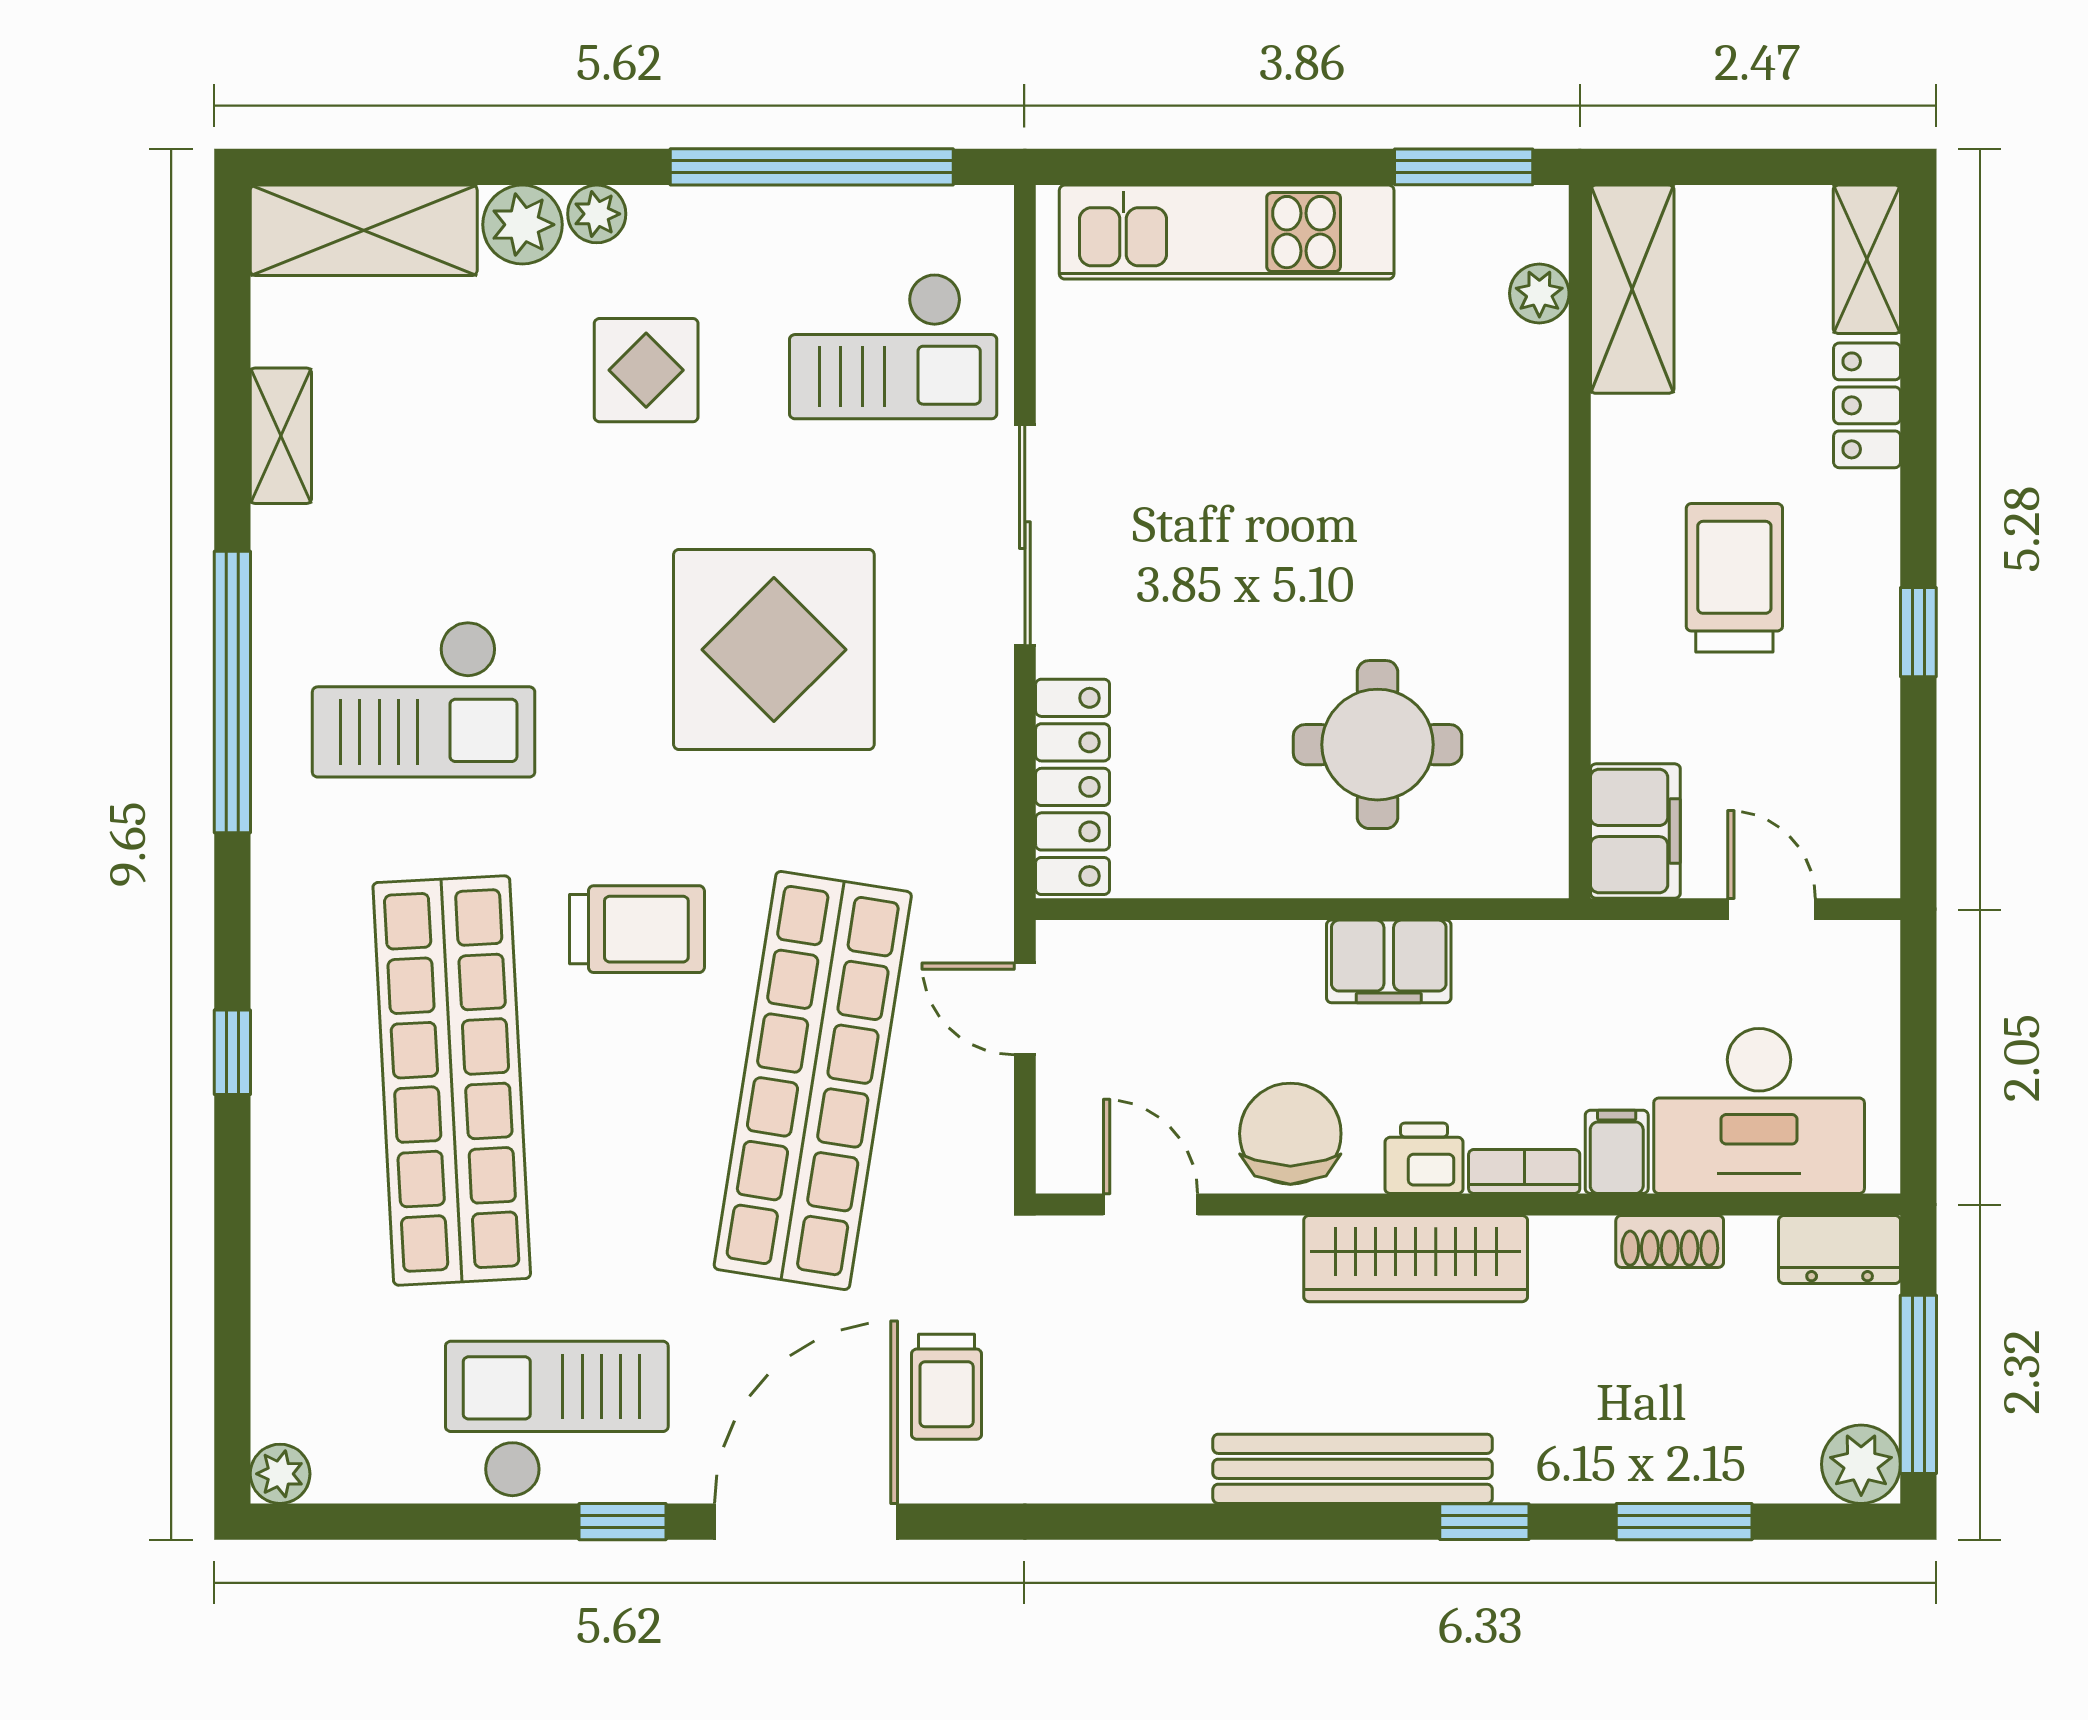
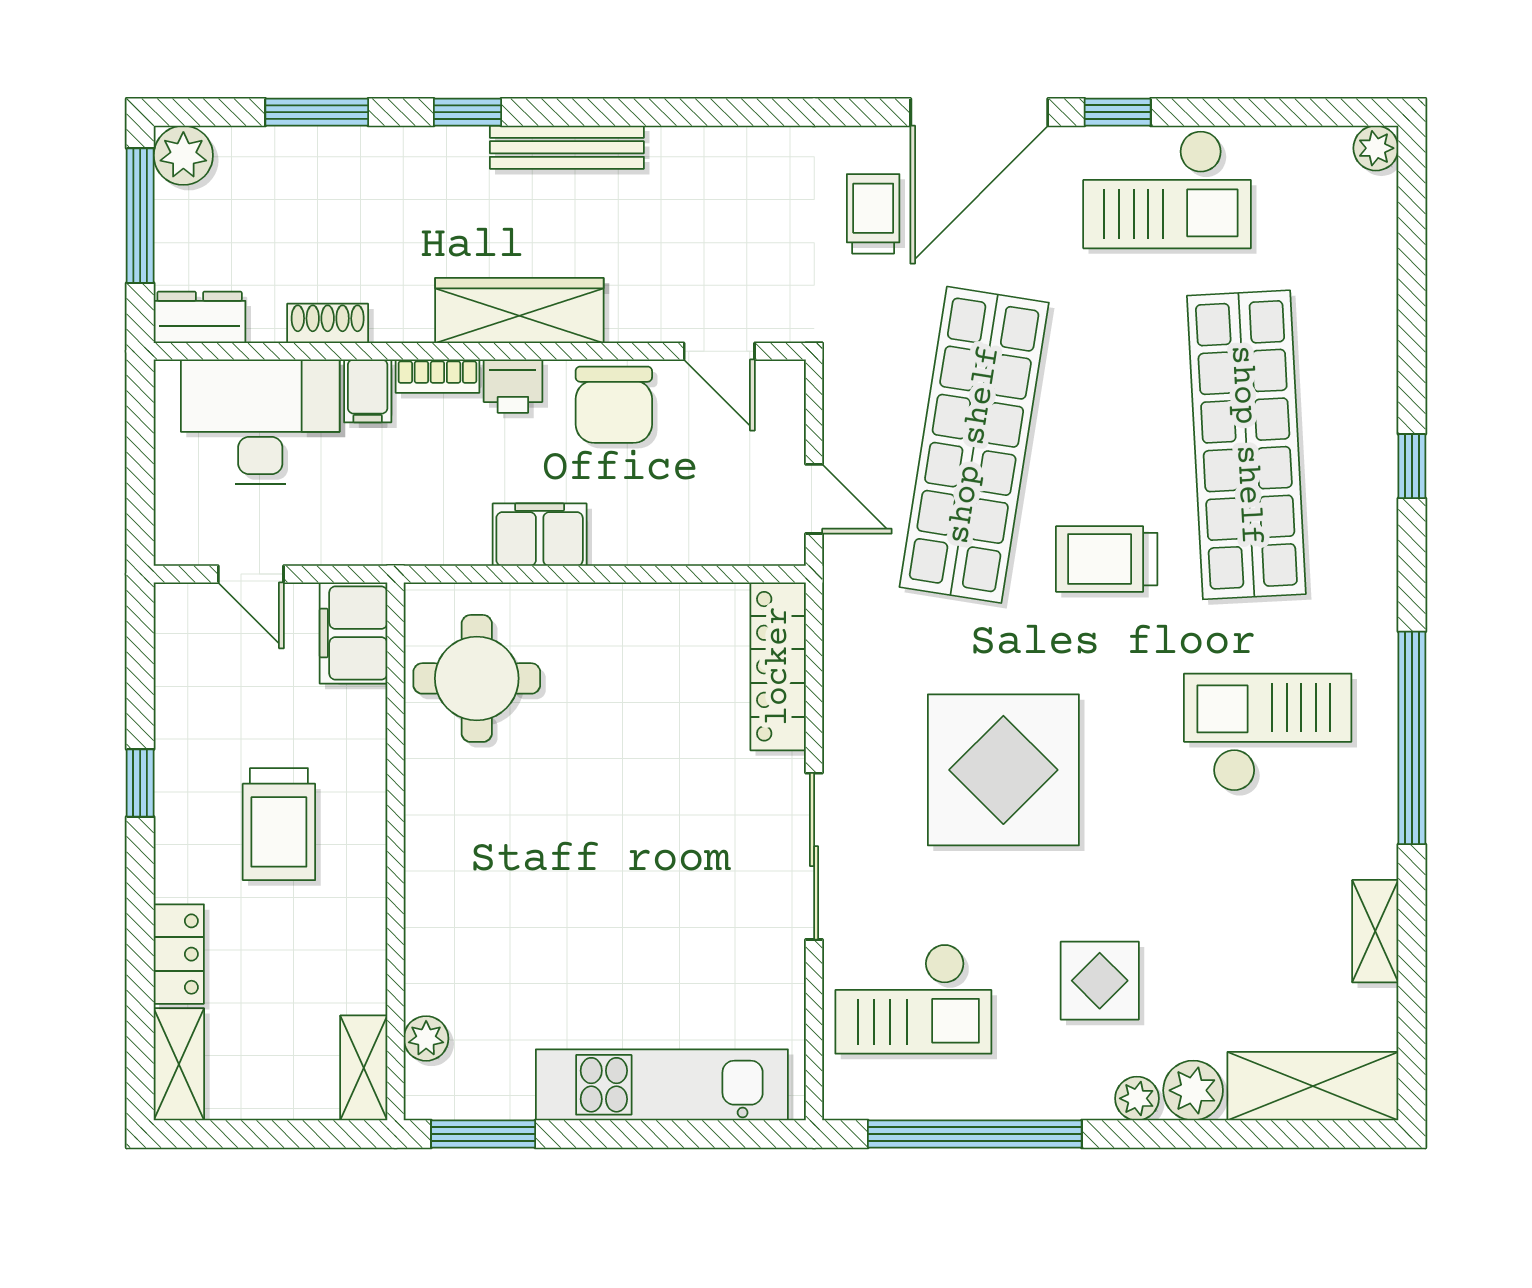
shelving: (1632, 289) -> (364, 1068), width x0.67, depth x0.75
checkout: (893, 346) -> (913, 999), turned 180
round table: (1378, 745) -> (477, 678), moved
bench: (1353, 1469) -> (567, 147), width x0.73, depth x0.82

